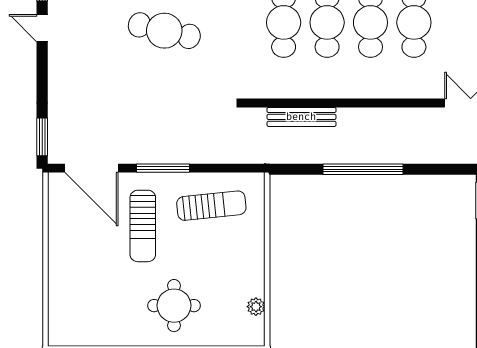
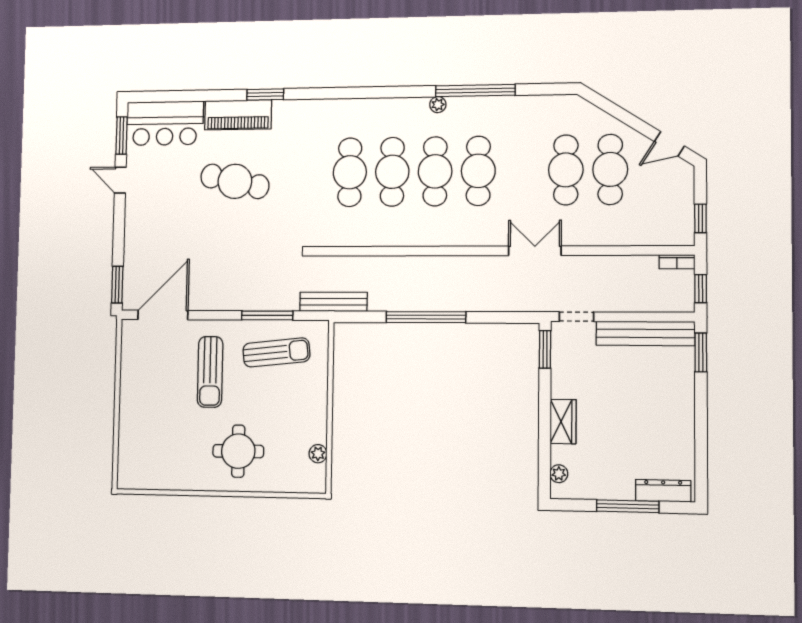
bench: (301, 117) -> (333, 302), moved
door: (92, 168) -> (163, 315), swing flipped
window: (163, 168) -> (267, 315), moved

